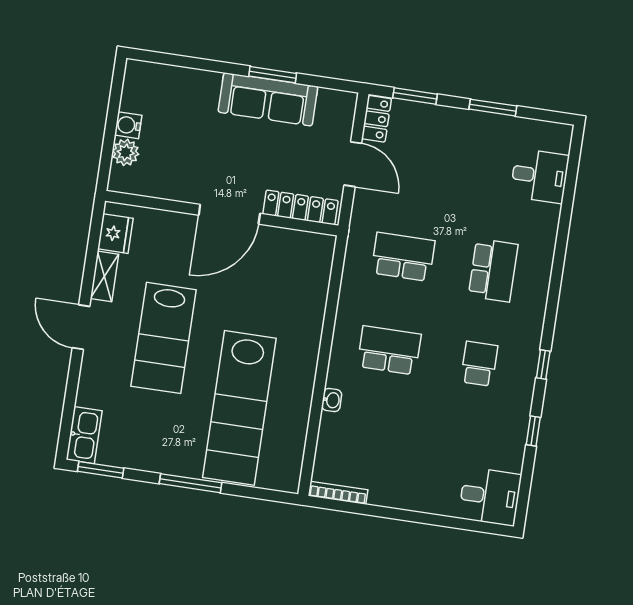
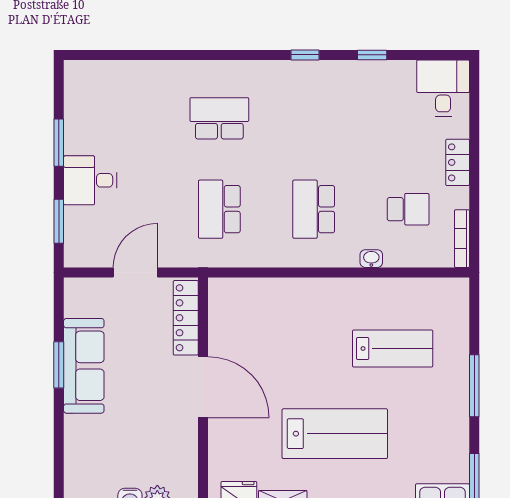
locker: (376, 119) -> (458, 162), moved, turned -90
desk: (540, 176) -> (90, 180), moved, turned -90
school desk: (479, 364) -> (408, 209), moved, turned 180
lab bench: (239, 408) -> (393, 349), width x0.54, depth x0.72

